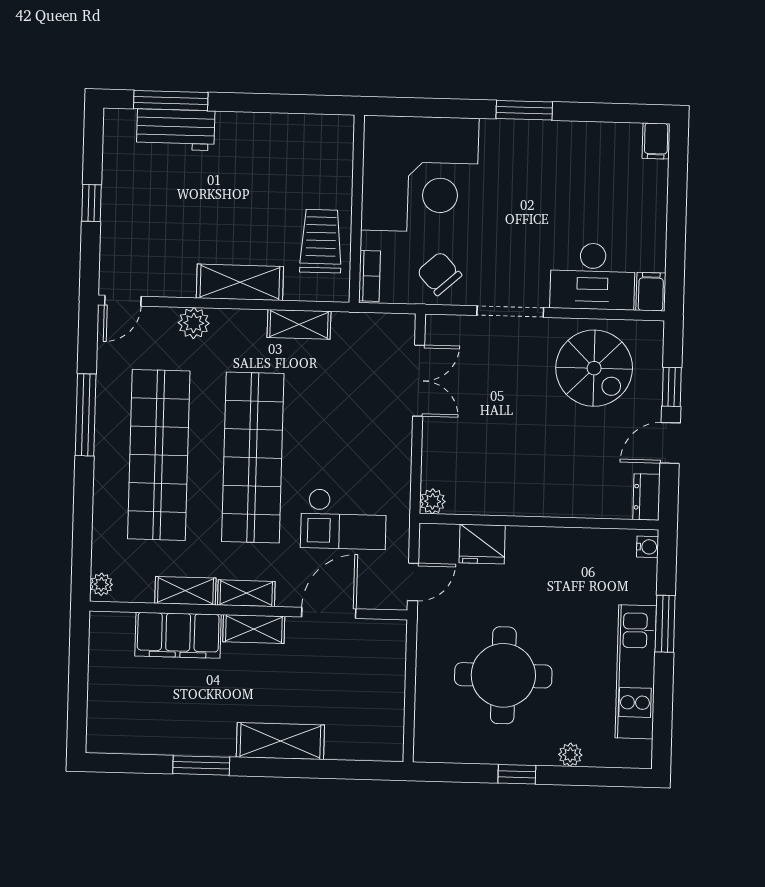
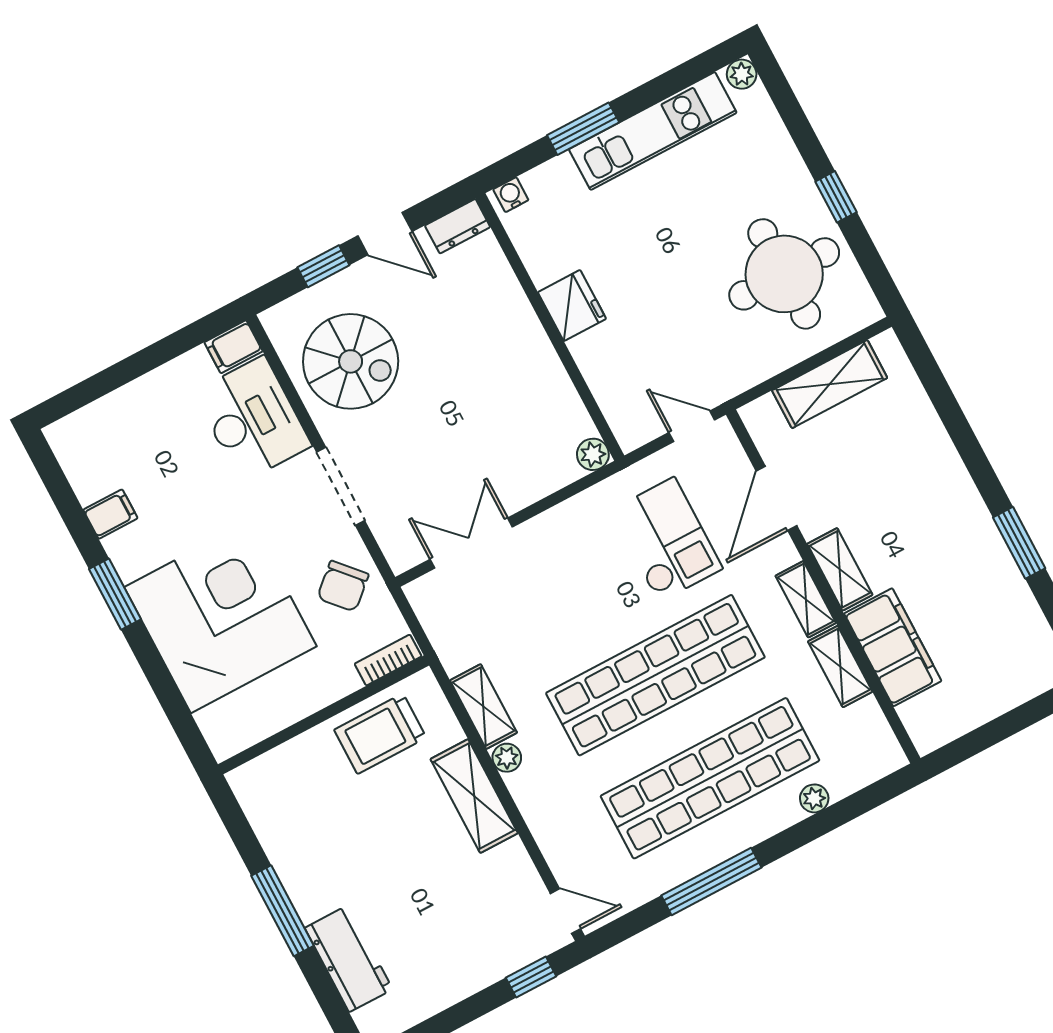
window: (171, 100) -> (283, 911), moved
filing cabinet: (656, 141) -> (110, 514), moved
corner desk: (420, 174) -> (220, 617), moved
window: (92, 203) -> (531, 977), moved
plant: (194, 323) -> (507, 758), moved, width x0.73, depth x0.73
spiral stairs: (594, 368) -> (351, 361), turned 90
fridge: (482, 544) -> (572, 306), moved
plant: (101, 584) -> (814, 798), moved
door: (329, 613) -> (777, 498), hinge flipped
round table: (503, 675) -> (784, 274), moved
shelving: (280, 741) -> (830, 384), moved, turned 90
plant: (570, 755) -> (742, 74), moved

